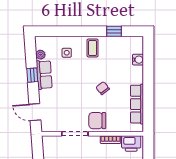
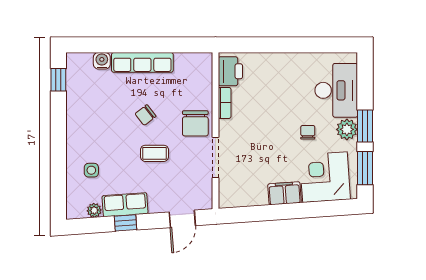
window: (114, 31) -> (58, 80), moved
coffee table: (93, 48) -> (154, 153), moved
row of seats: (137, 104) -> (142, 62), moved

